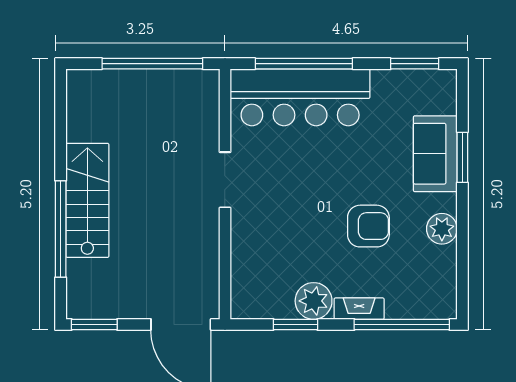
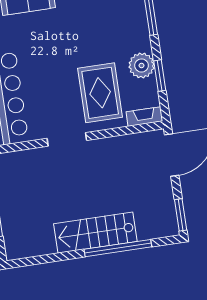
armchair: (368, 226) -> (84, 35), removed
rug: (284, 237) -> (100, 93), added
fireplace: (359, 309) -> (144, 117), moved, turned 90

